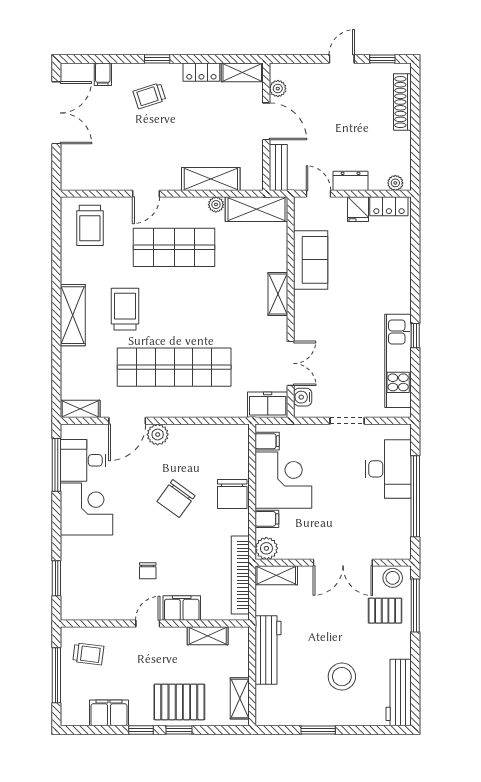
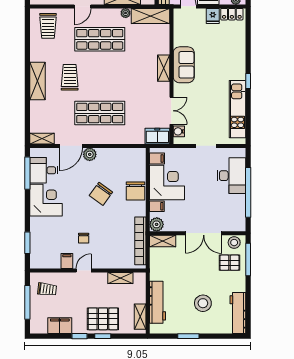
sofa: (311, 260) -> (184, 65), moved
window: (415, 336) -> (248, 81), moved
shop shelf: (174, 367) -> (100, 113), width x0.71
filing cabinet: (182, 608) -> (67, 261), moved, width x0.50
workbench: (268, 650) -> (158, 302), moved

